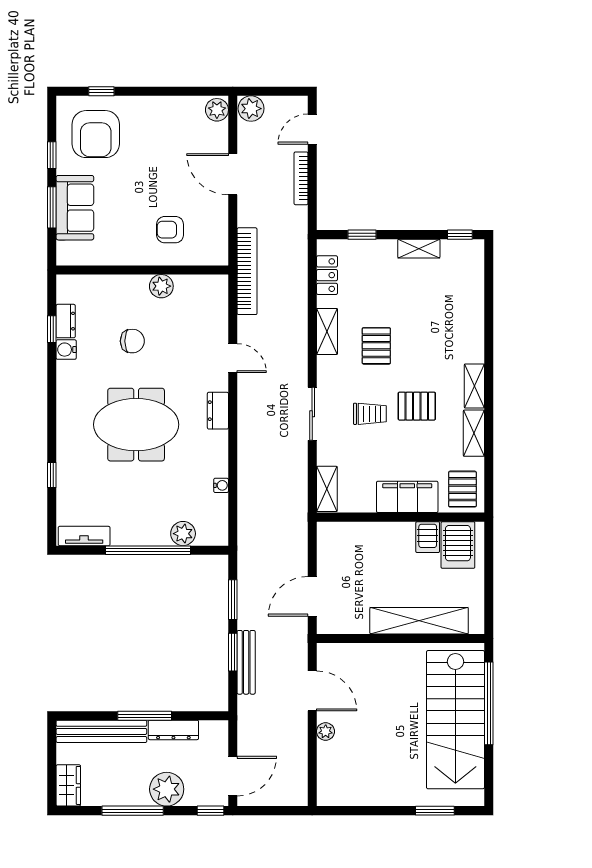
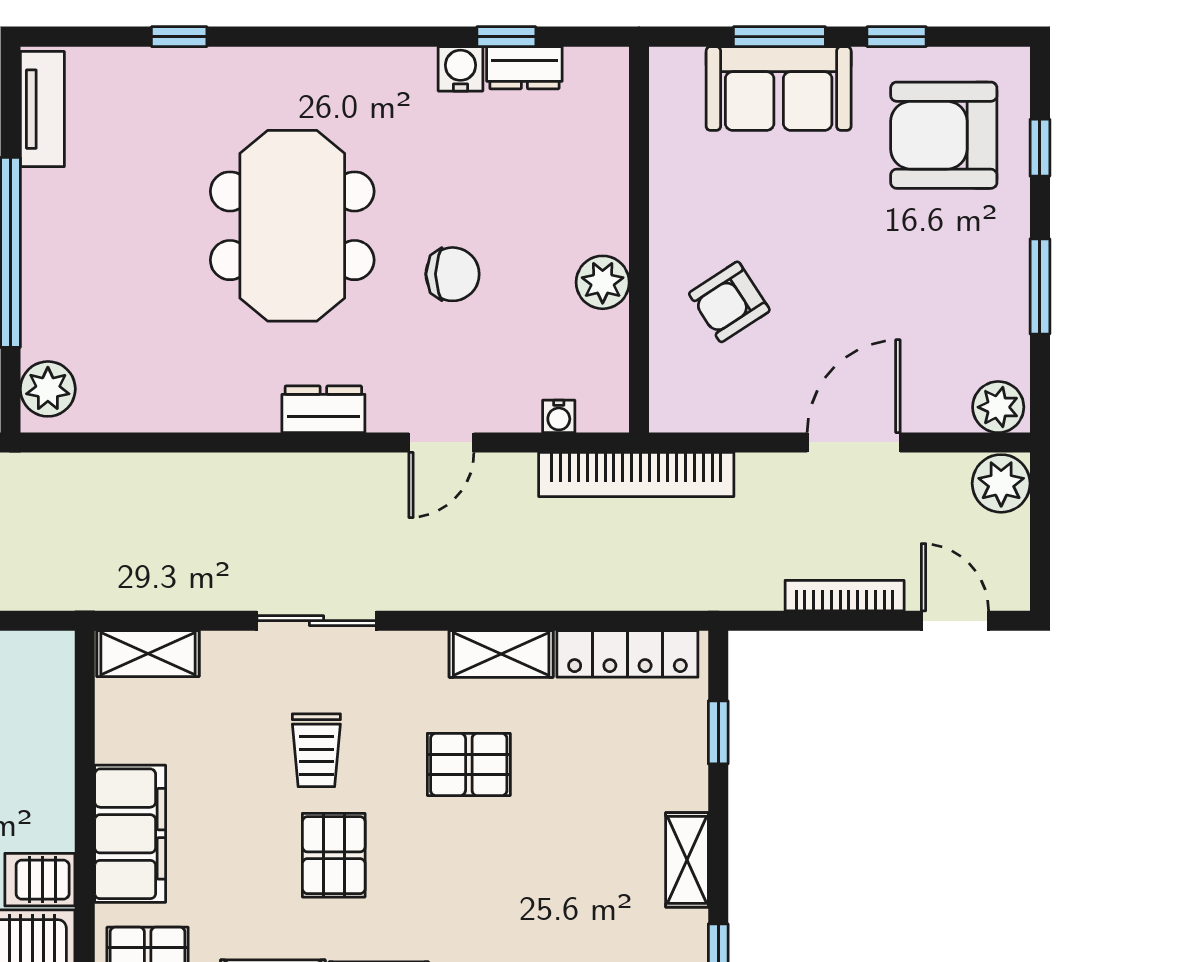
window: (163, 91) -> (1040, 286), added
armchair: (170, 230) -> (729, 302), turned -123
locker: (327, 275) -> (627, 654), width x1.53
chair: (132, 341) -> (453, 274), moved, turned -90
water cooler: (221, 485) -> (559, 416), moved
plant: (183, 534) -> (48, 389), moved

